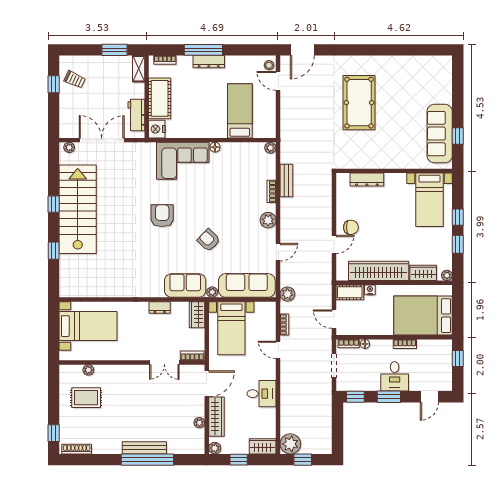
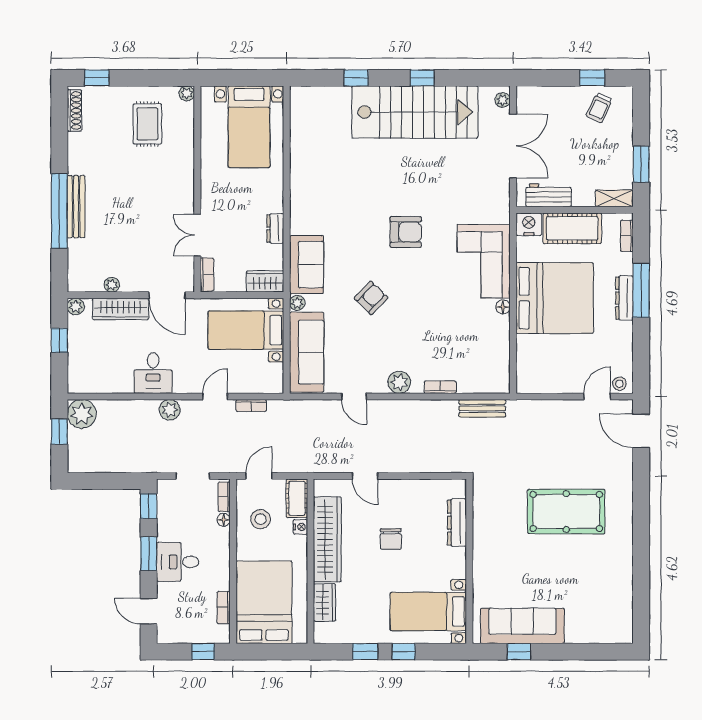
bed: (240, 111) -> (555, 298), moved, width x2.04
plant: (270, 148) -> (502, 386), removed
bench: (286, 180) -> (482, 408), moved
chair: (351, 227) -> (391, 539), moved
plant: (447, 275) -> (321, 636), removed
plant: (287, 294) -> (170, 410), moved
stool: (364, 318) -> (261, 519), added
bookcase: (405, 344) -> (224, 608), moved
plant: (88, 370) -> (187, 93), moved
wardrobe: (263, 446) -> (78, 375), removed

